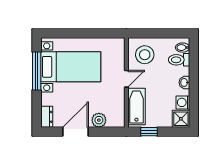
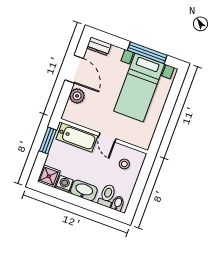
stool: (145, 55) -> (124, 164), width x0.53, depth x0.53
washbasin: (184, 82) -> (84, 190), width x1.91, depth x1.45
window: (149, 132) -> (48, 141), width x1.50

